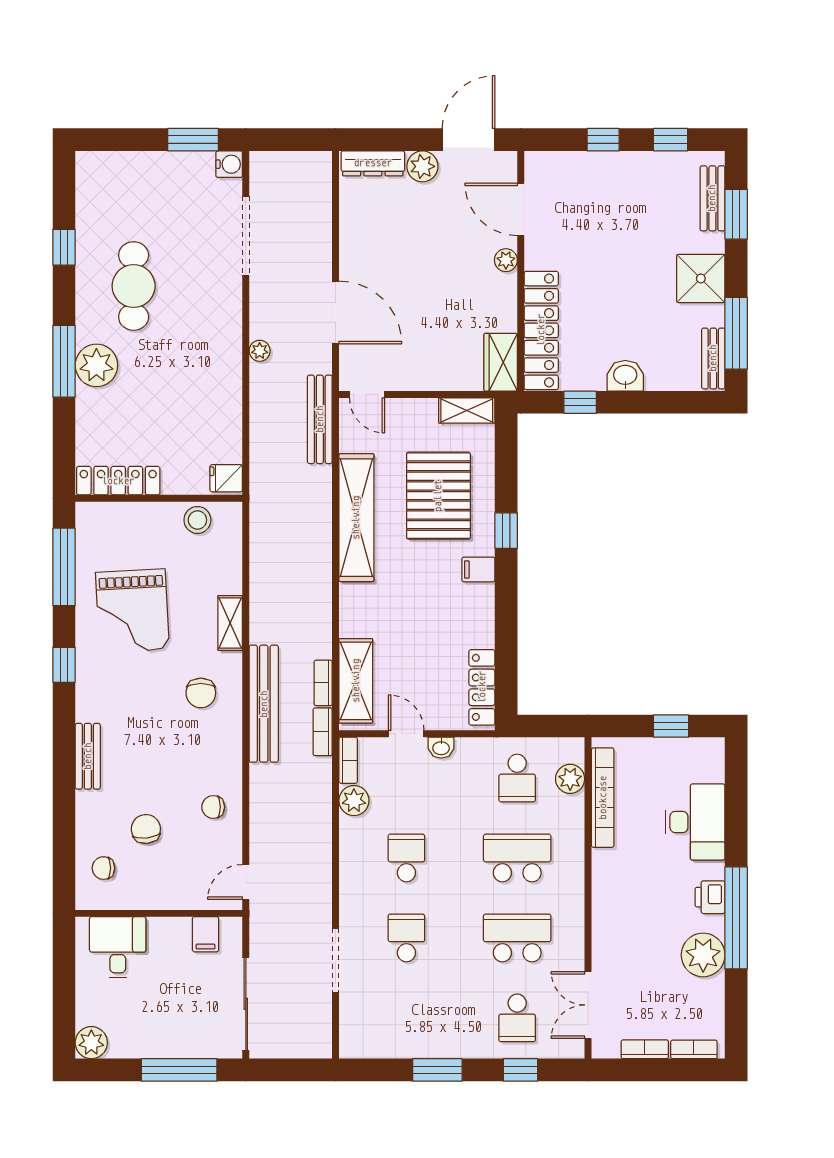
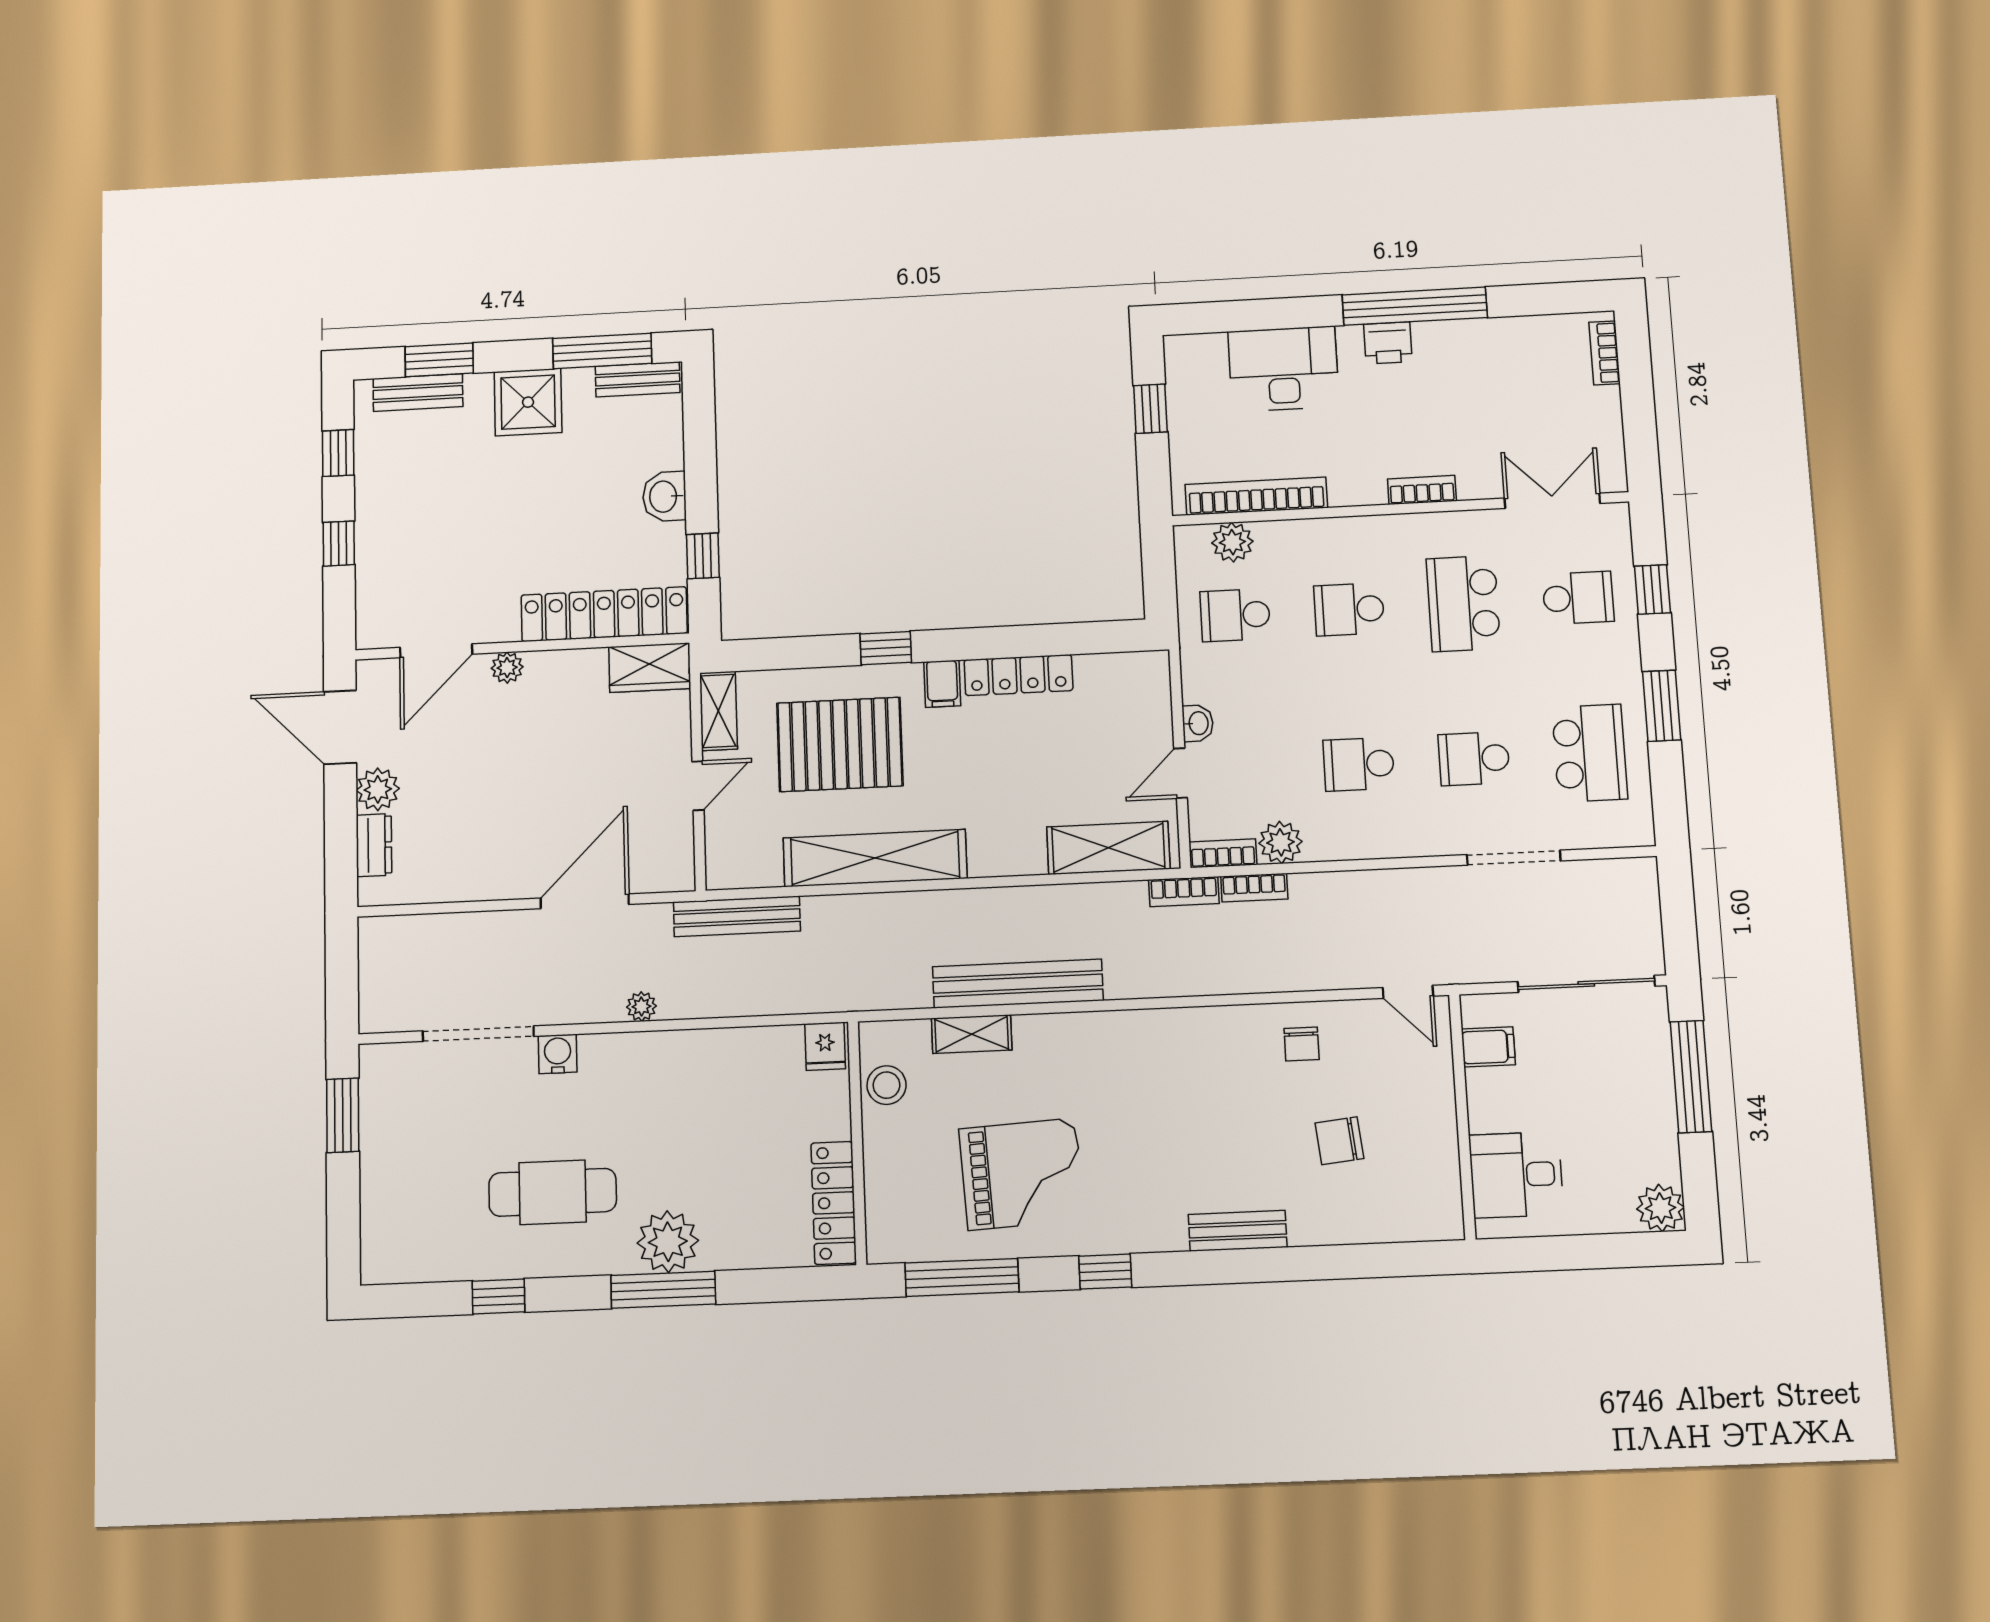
dresser: (373, 163) -> (374, 845), width x0.70
water cooler: (229, 164) -> (558, 1054), moved
door: (367, 394) -> (698, 786), moved
shelving: (230, 623) -> (972, 1034), moved
bookcase: (323, 683) -> (1254, 888), moved
locker: (482, 687) -> (1018, 675), moved
chair: (201, 693) -> (1137, 1069), removed
bench: (264, 704) -> (1018, 984), moved
school desk: (517, 778) -> (1235, 615), turned 180
school desk: (517, 858) -> (1349, 609), width x0.54
chair: (103, 868) -> (1401, 1201), removed
plant: (703, 955) -> (1470, 348), removed
double door: (588, 1005) -> (1552, 501), swing flipped
school desk: (406, 1018) -> (1590, 753), added
bookcase: (645, 1049) -> (1422, 490), moved, turned 90

